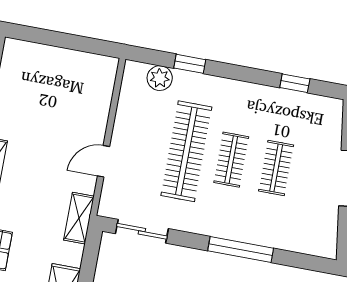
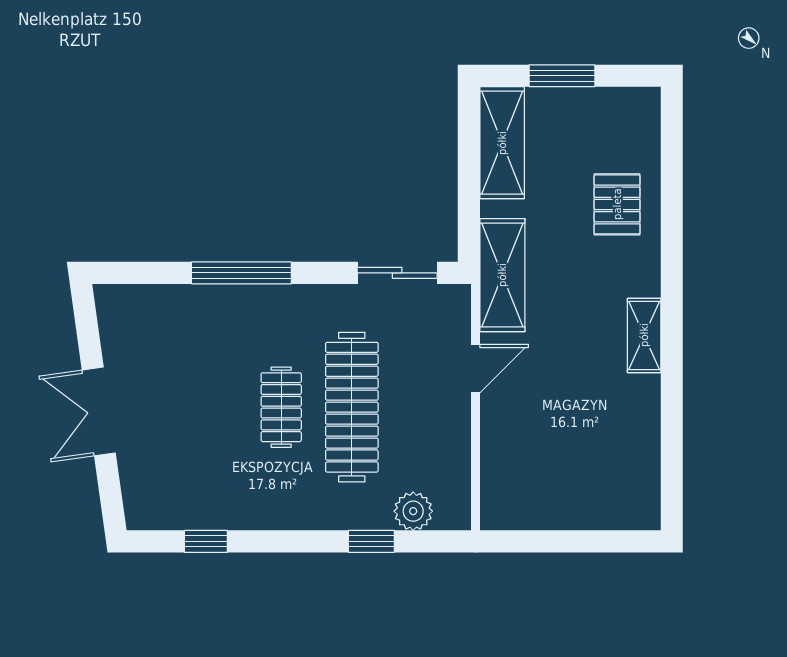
clothes rail: (276, 168) -> (211, 407), removed
shelving: (79, 218) -> (502, 275), width x1.50, depth x1.33

